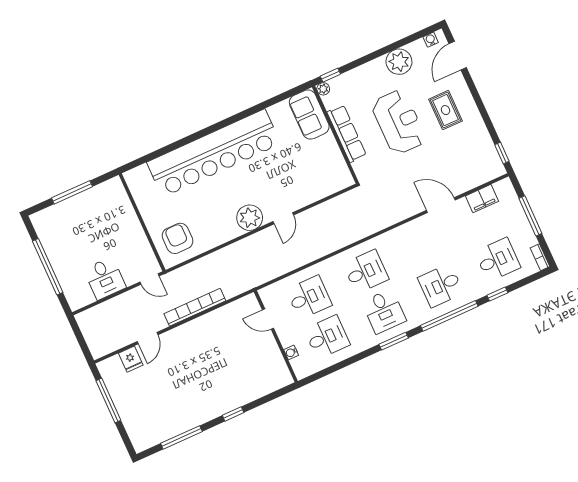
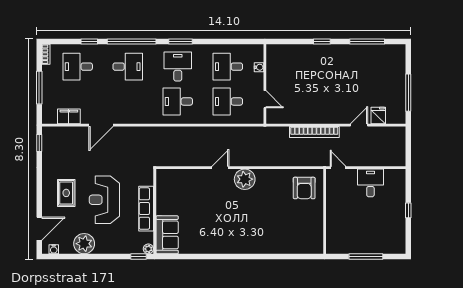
bar counter: (214, 153) -> (250, 238), removed
door: (441, 205) -> (101, 125), hinge flipped
window: (48, 267) -> (408, 210), width x0.32

